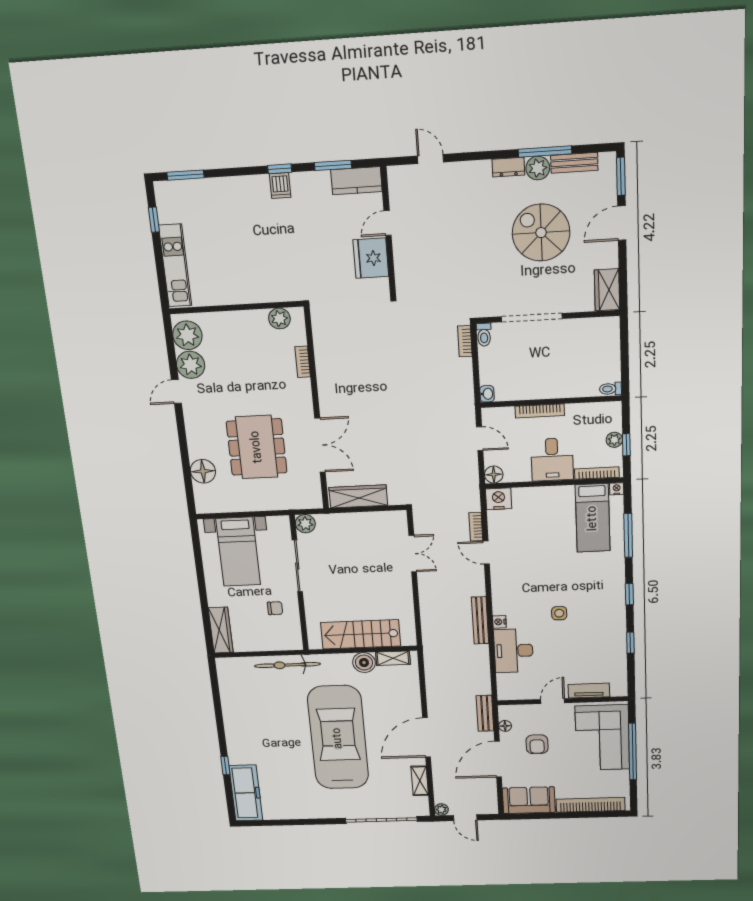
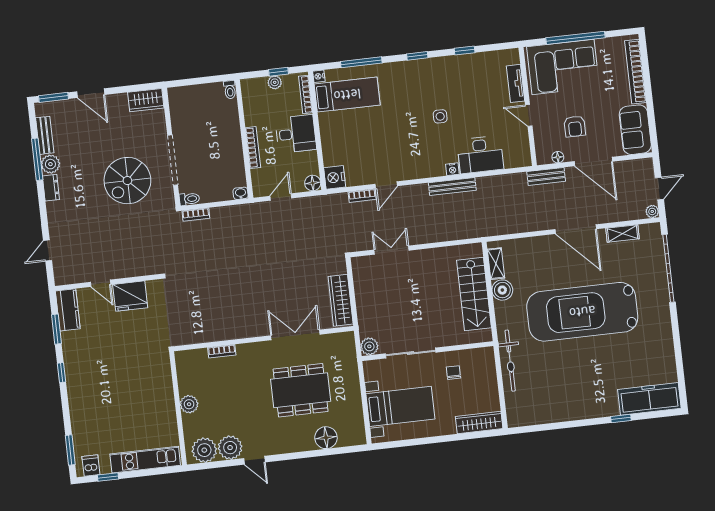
dishwasher: (280, 186) -> (91, 465), moved, turned -90
spiral stairs: (541, 233) -> (127, 181), moved
plant: (279, 318) -> (189, 404), moved
armchair: (537, 744) -> (575, 126), turned 90

